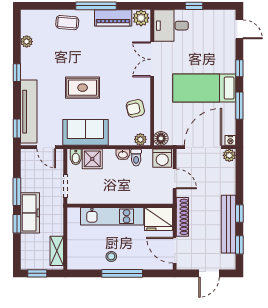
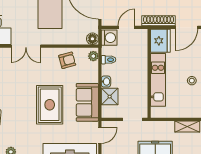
rug: (83, 88) -> (50, 105), width x1.36, depth x1.43
armchair: (135, 108) -> (67, 60), turned -92
washbasin: (123, 154) -> (106, 82), moved
bidet: (76, 157) -> (108, 110), removed

